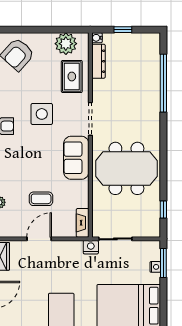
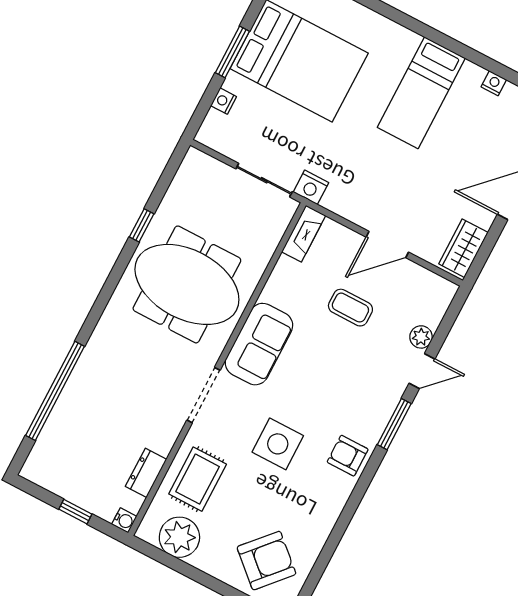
dresser: (98, 61) -> (146, 473), width x0.70
window: (163, 209) -> (142, 225), moved
window: (163, 263) -> (232, 52), moved

